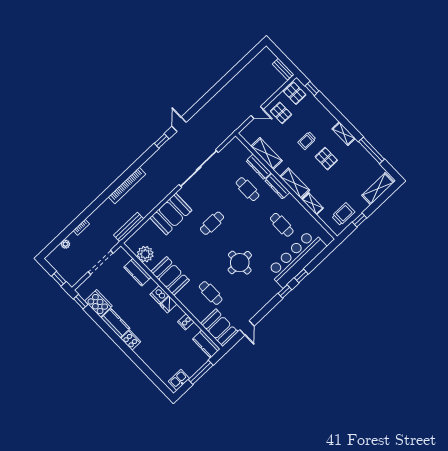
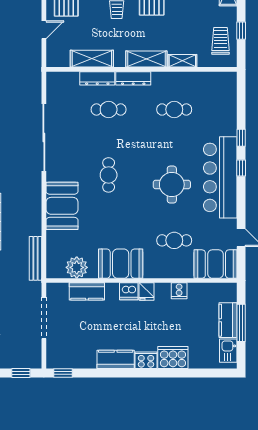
bar counter: (297, 259) -> (220, 177), moved
cooker: (98, 303) -> (173, 358), moved
kitchen counter: (206, 344) -> (228, 320), moved, turned 90

